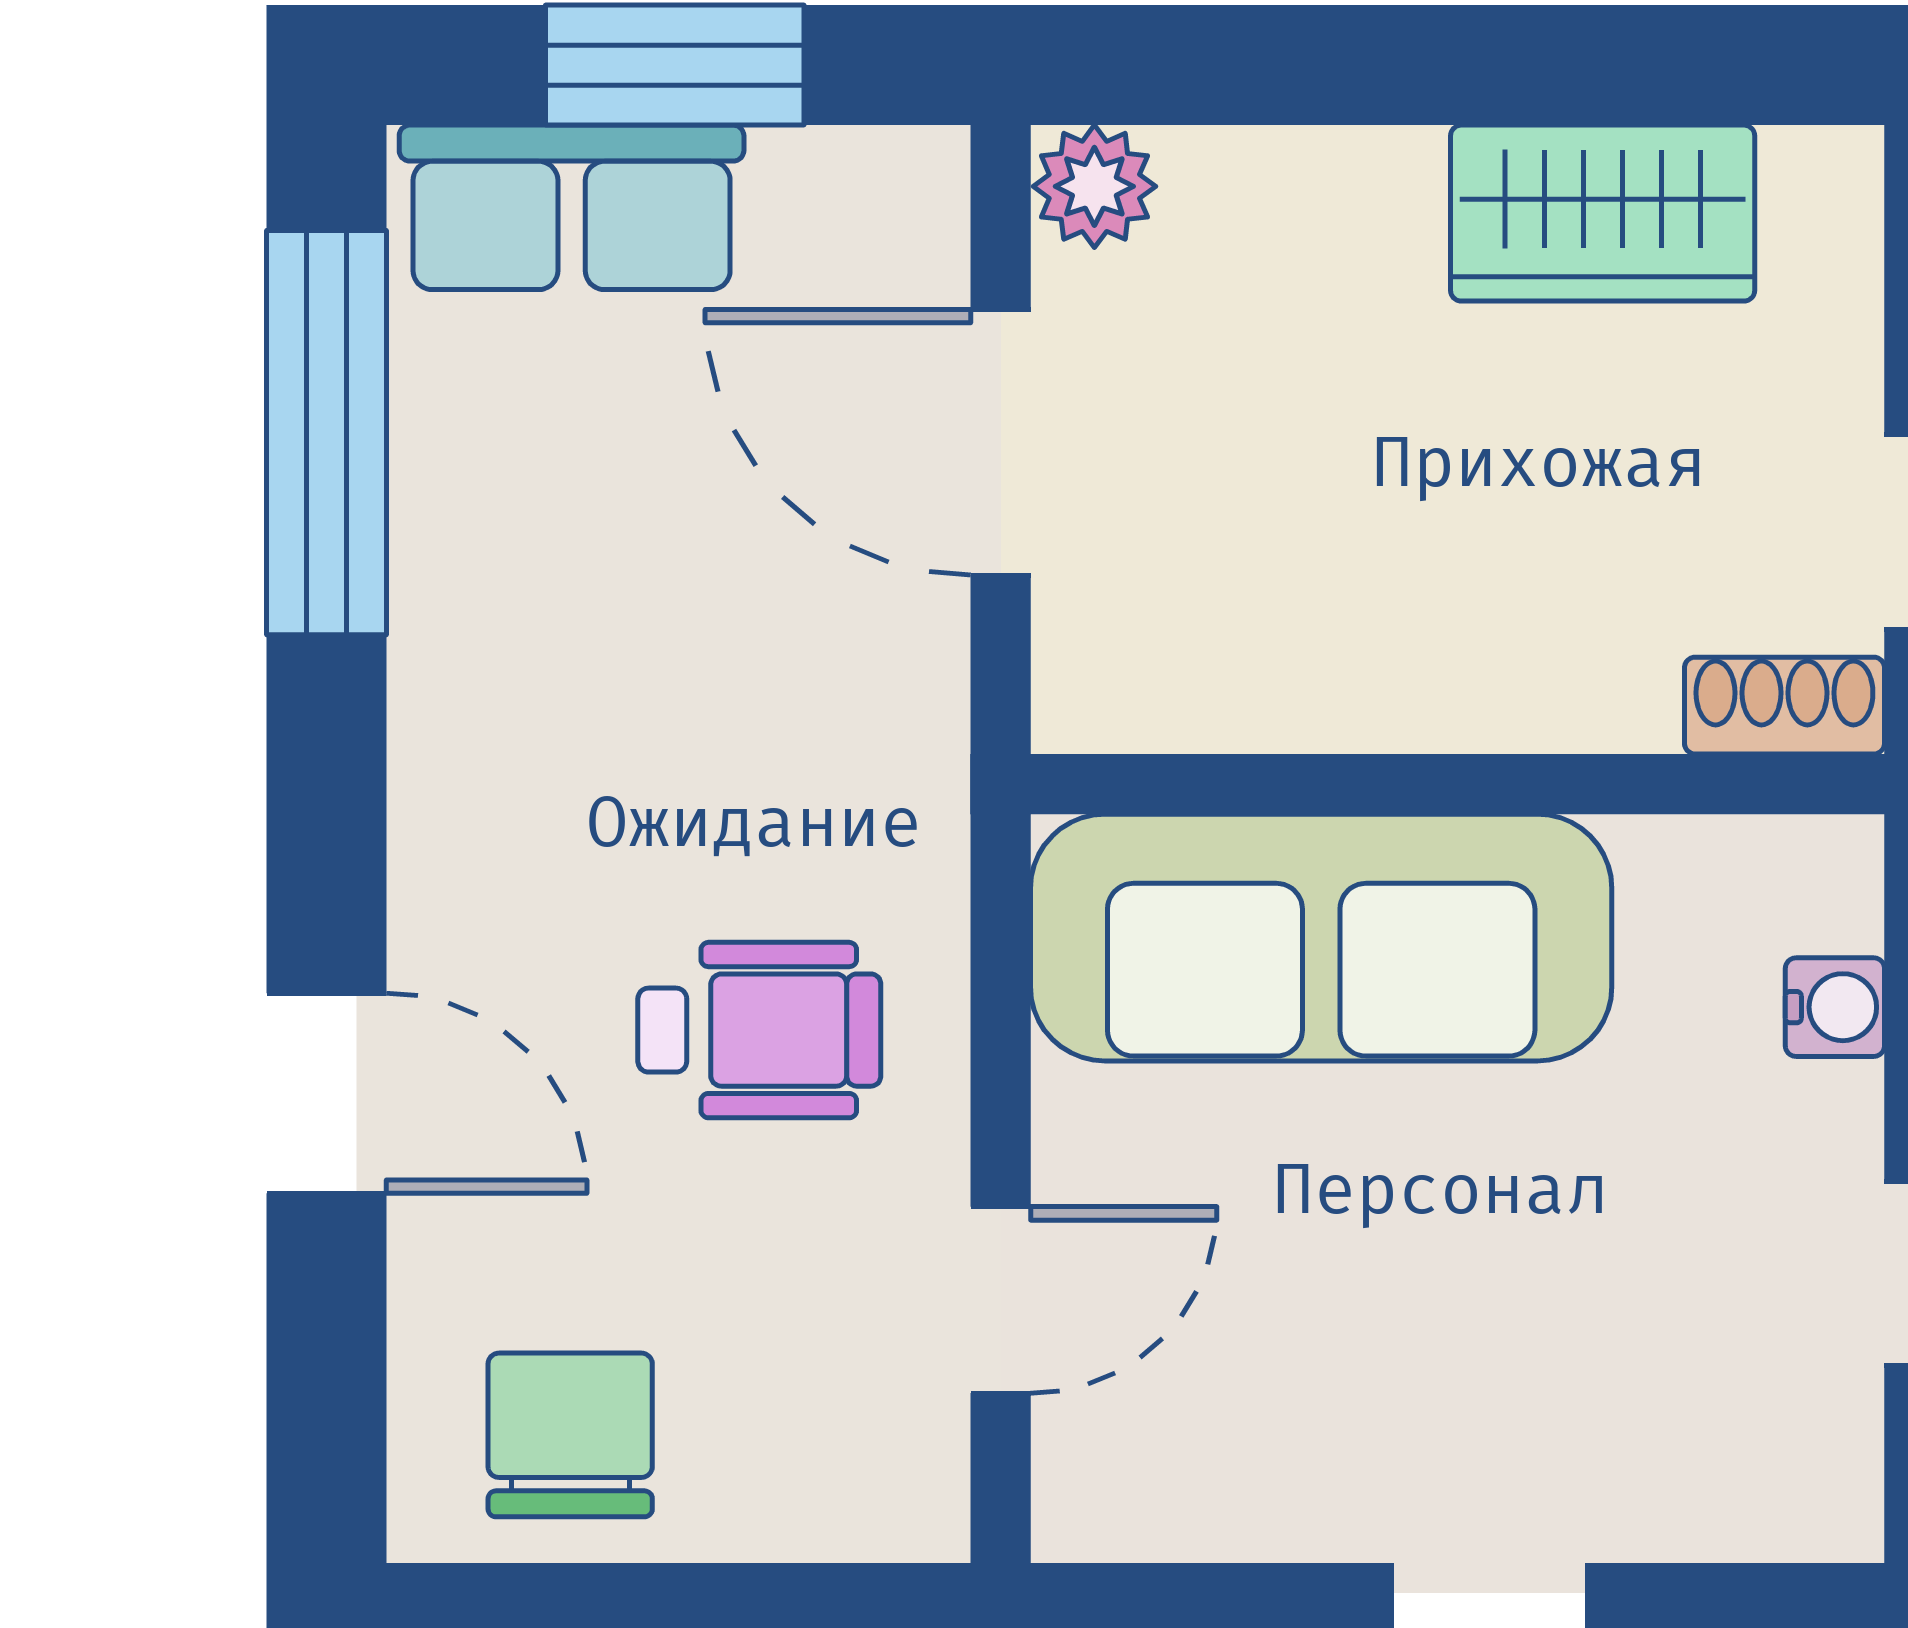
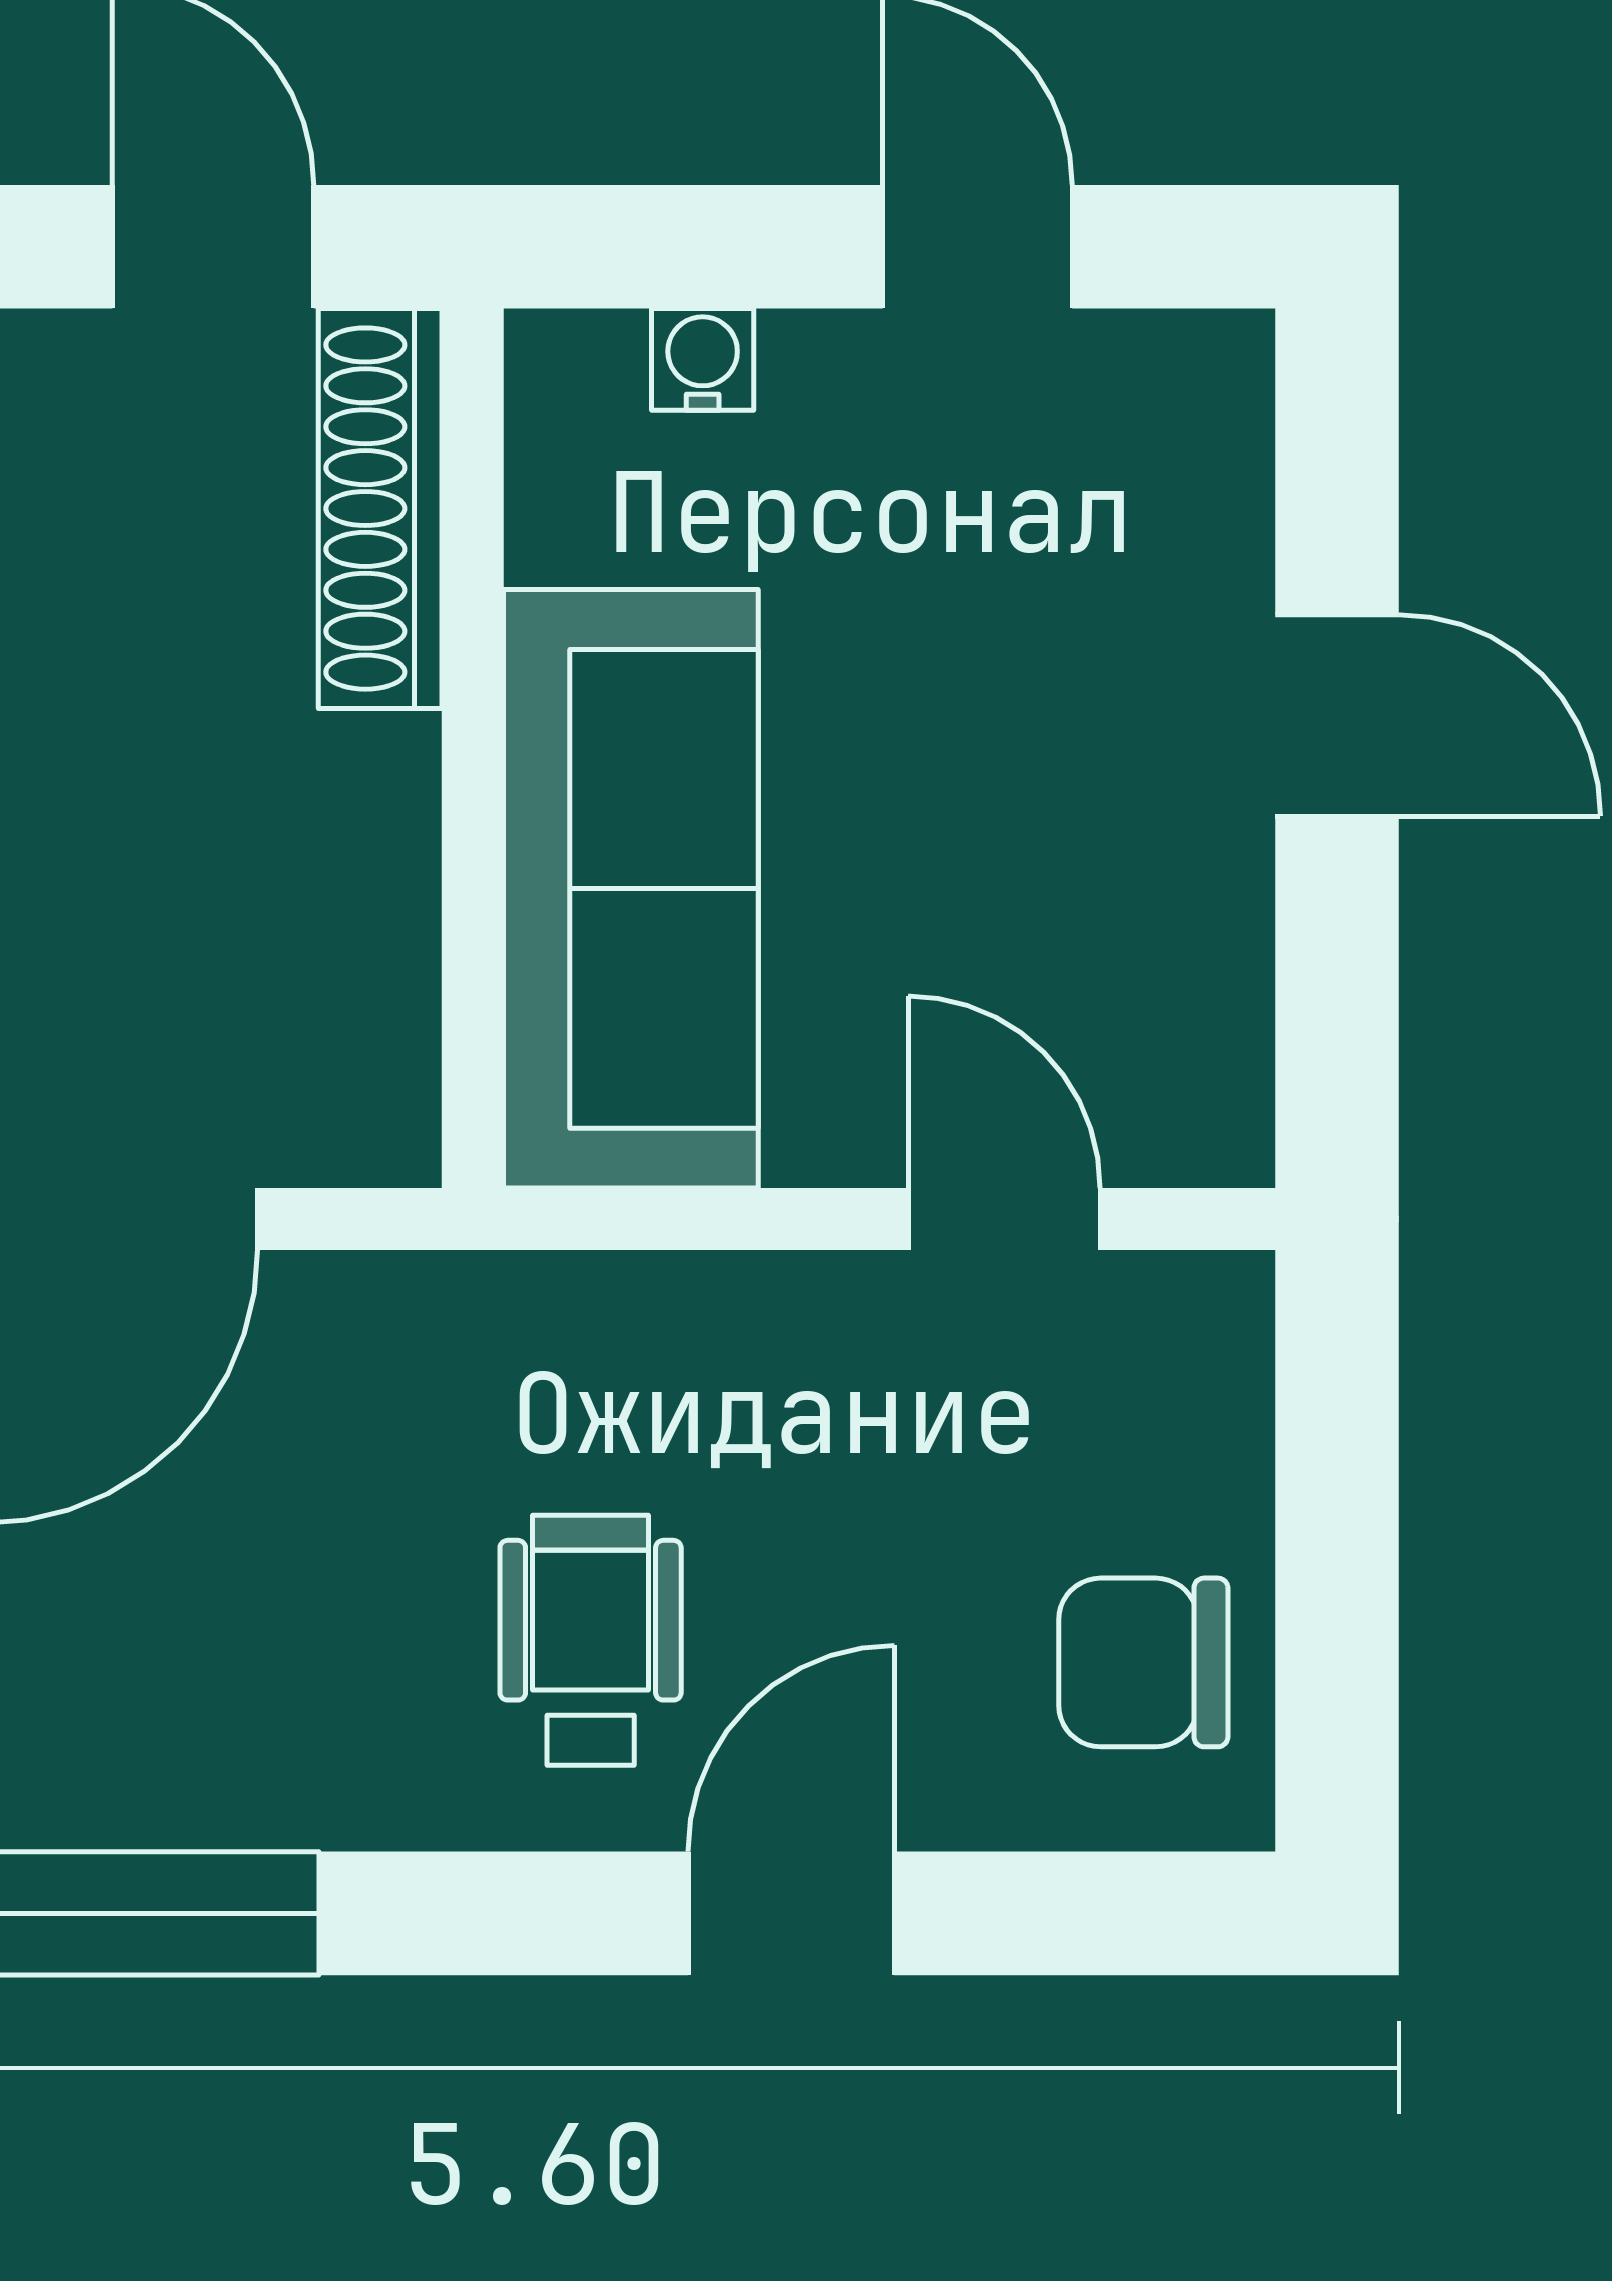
shoe rack: (1784, 706) -> (380, 509), width x1.94, depth x1.24
wheelchair: (759, 1030) -> (591, 1640), moved

